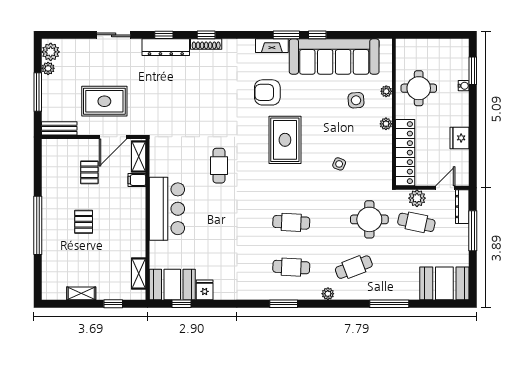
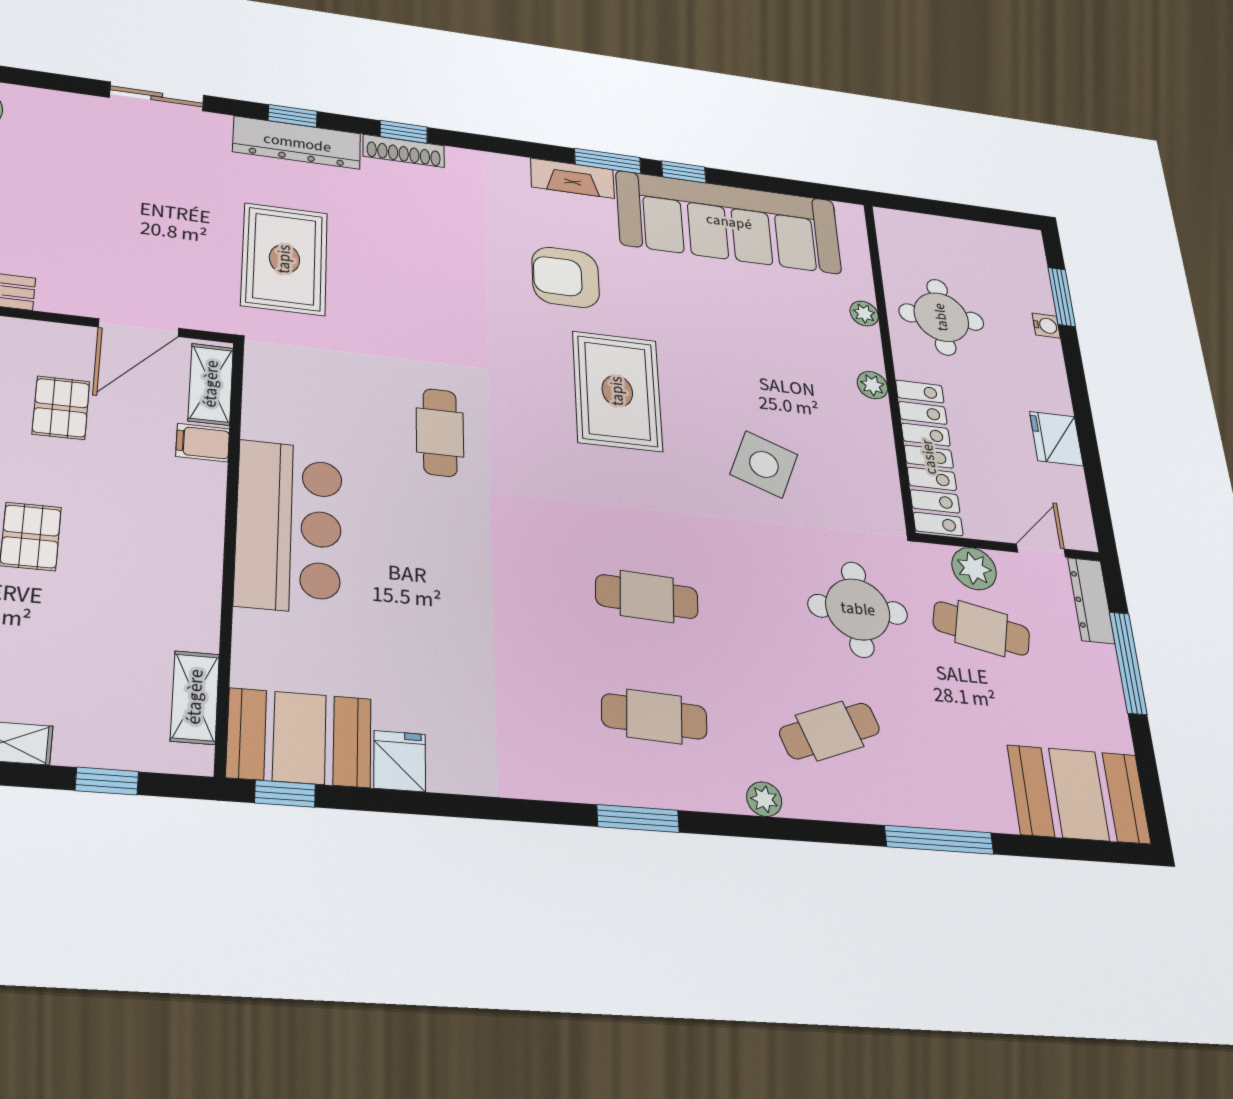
side table: (356, 100) -> (792, 324), removed
rug: (104, 101) -> (284, 259), moved, turned 90
side table: (339, 164) -> (764, 464), width x1.87, depth x1.87
window: (182, 304) -> (285, 794), moved

